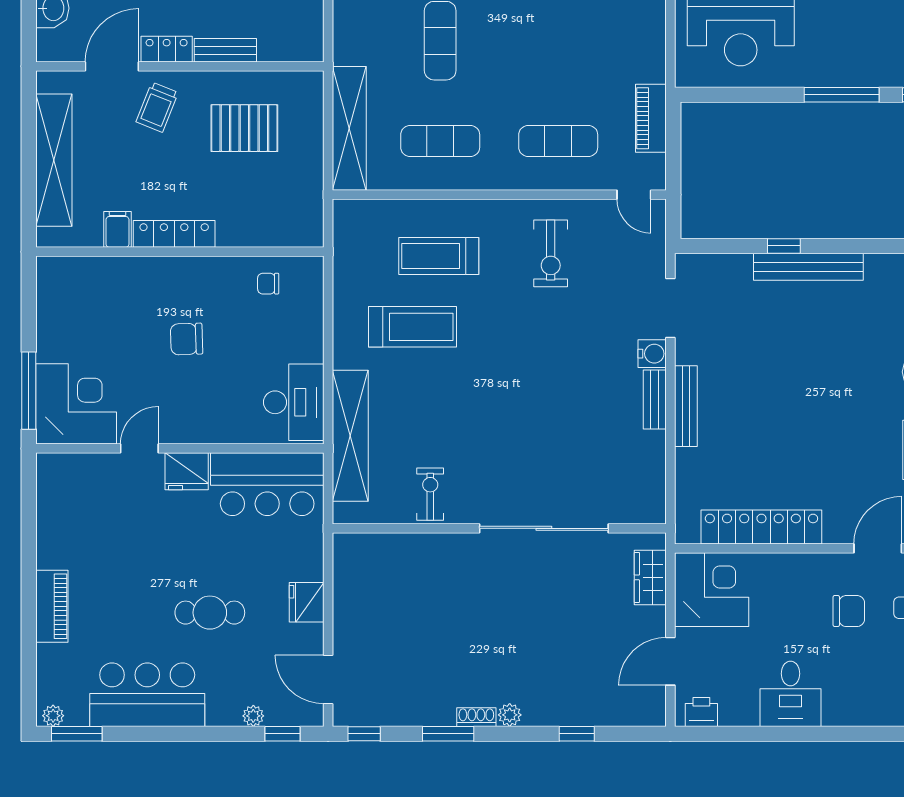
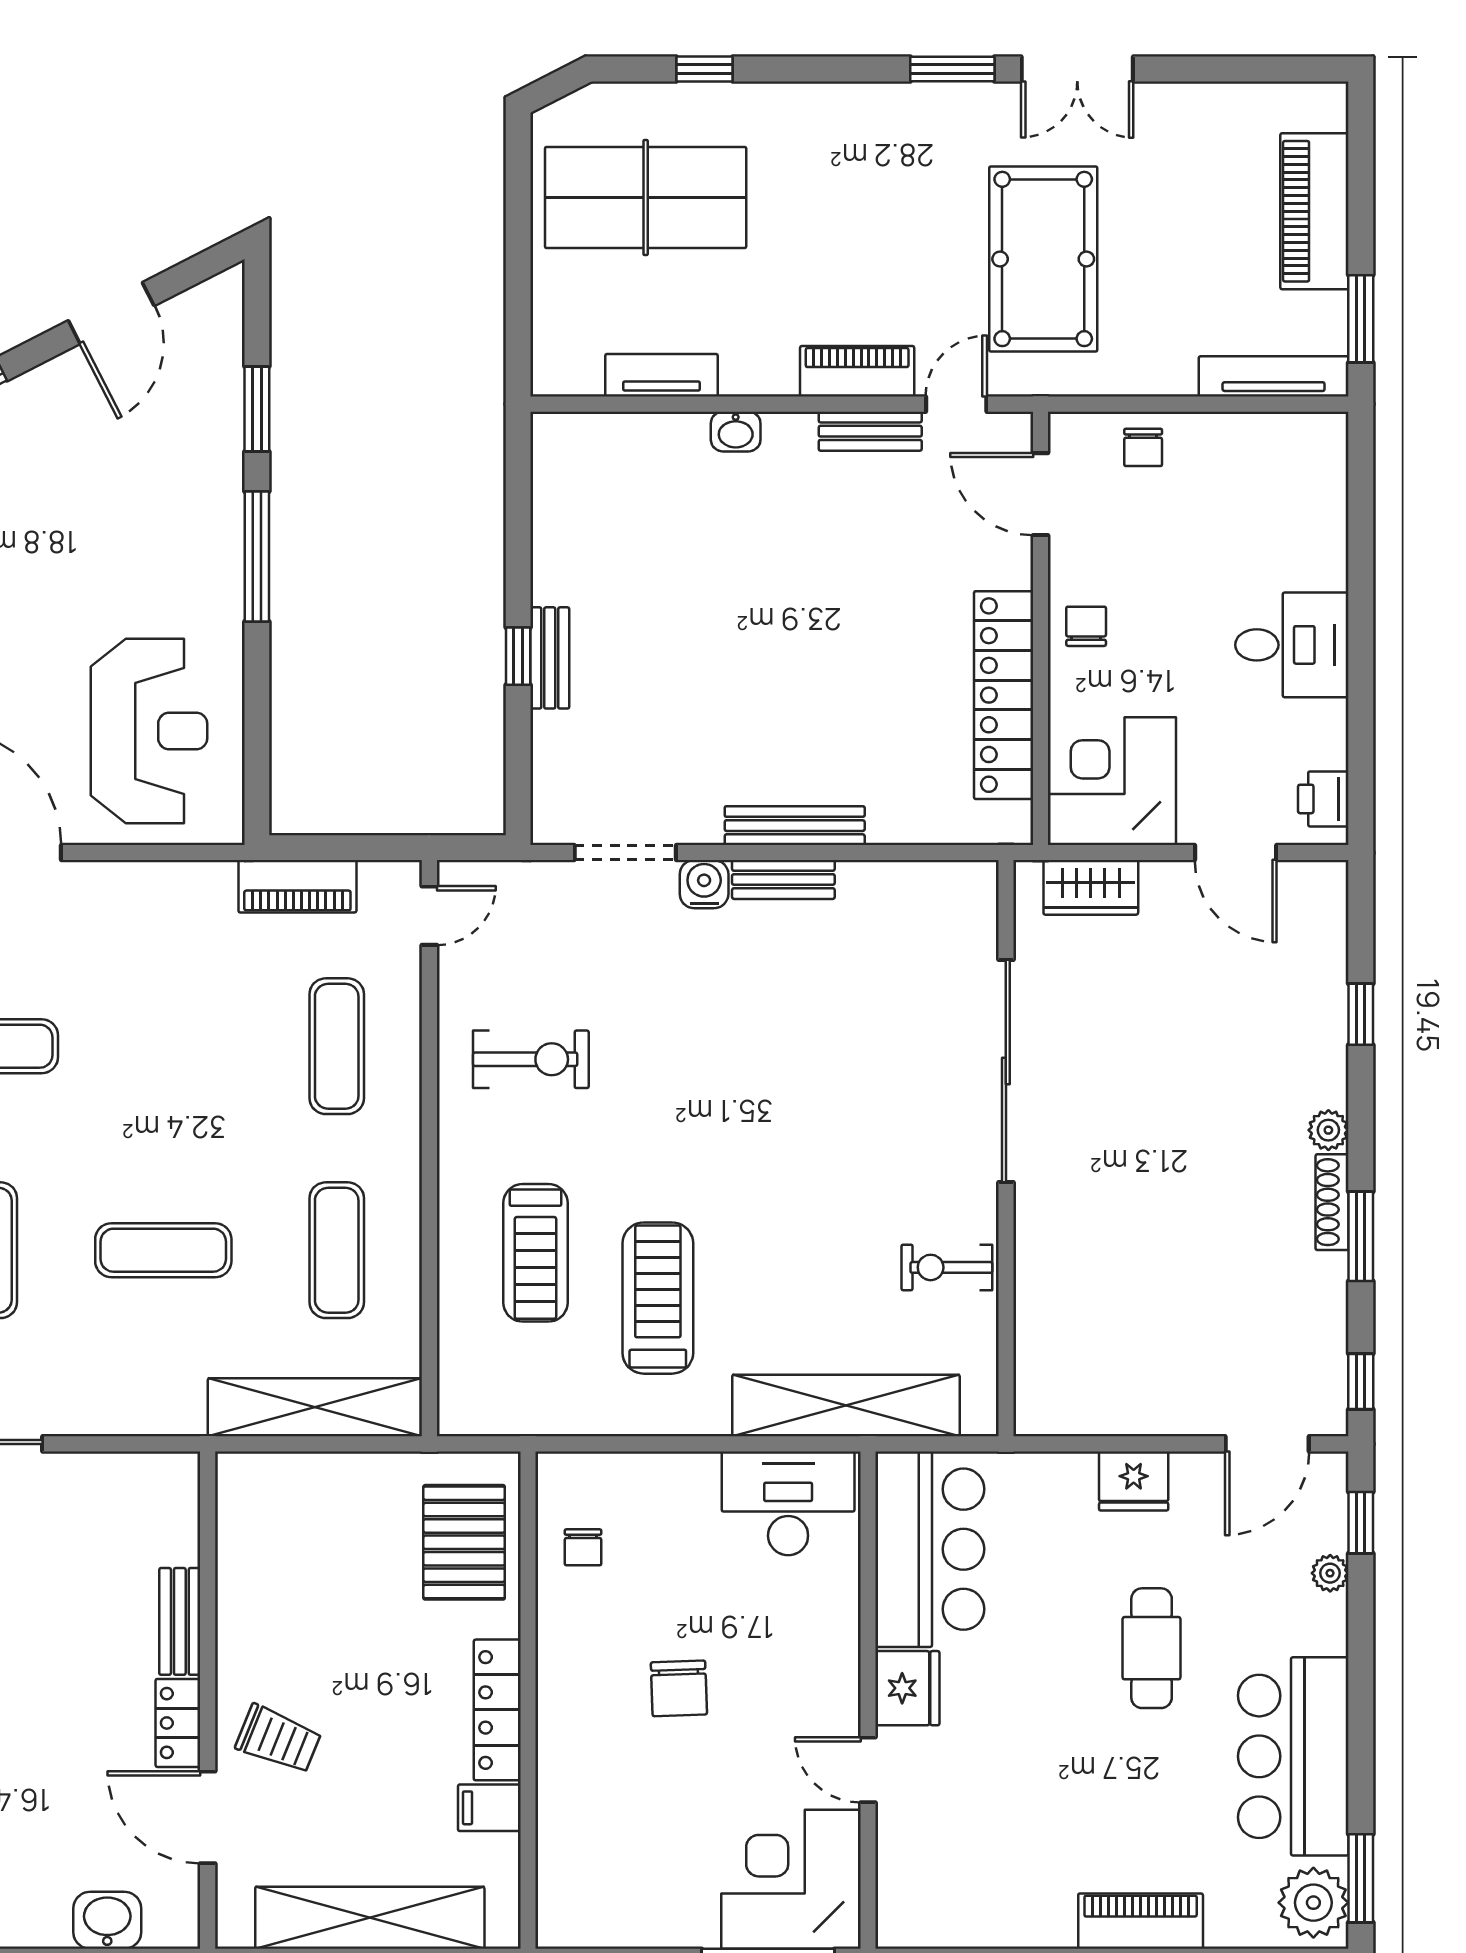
pallet: (244, 128) -> (464, 1542), moved
bench: (808, 267) -> (550, 658), width x0.54, depth x0.82
chair: (849, 611) -> (1086, 626), moved, width x0.73, depth x0.73
plant: (53, 716) -> (1313, 1903), width x1.87, depth x1.87
shoe rack: (476, 717) -> (1332, 1202), width x1.43

